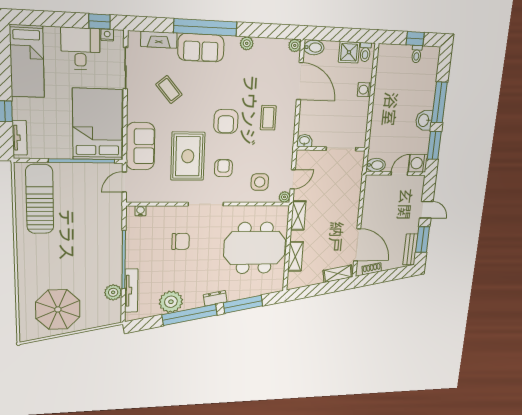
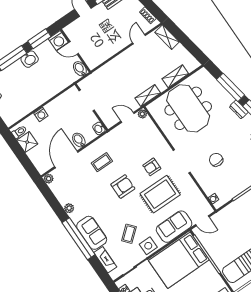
bidet: (314, 47) -> (79, 140), moved
side table: (260, 182) -> (148, 246), moved
door: (357, 245) -> (139, 39), width x0.53

